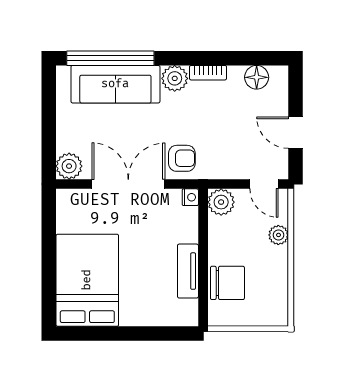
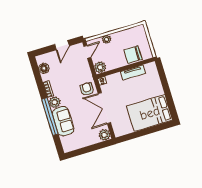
window: (110, 58) -> (50, 117), moved
sofa: (115, 84) -> (63, 121), width x0.73
chair: (227, 283) -> (133, 54), turned -90

